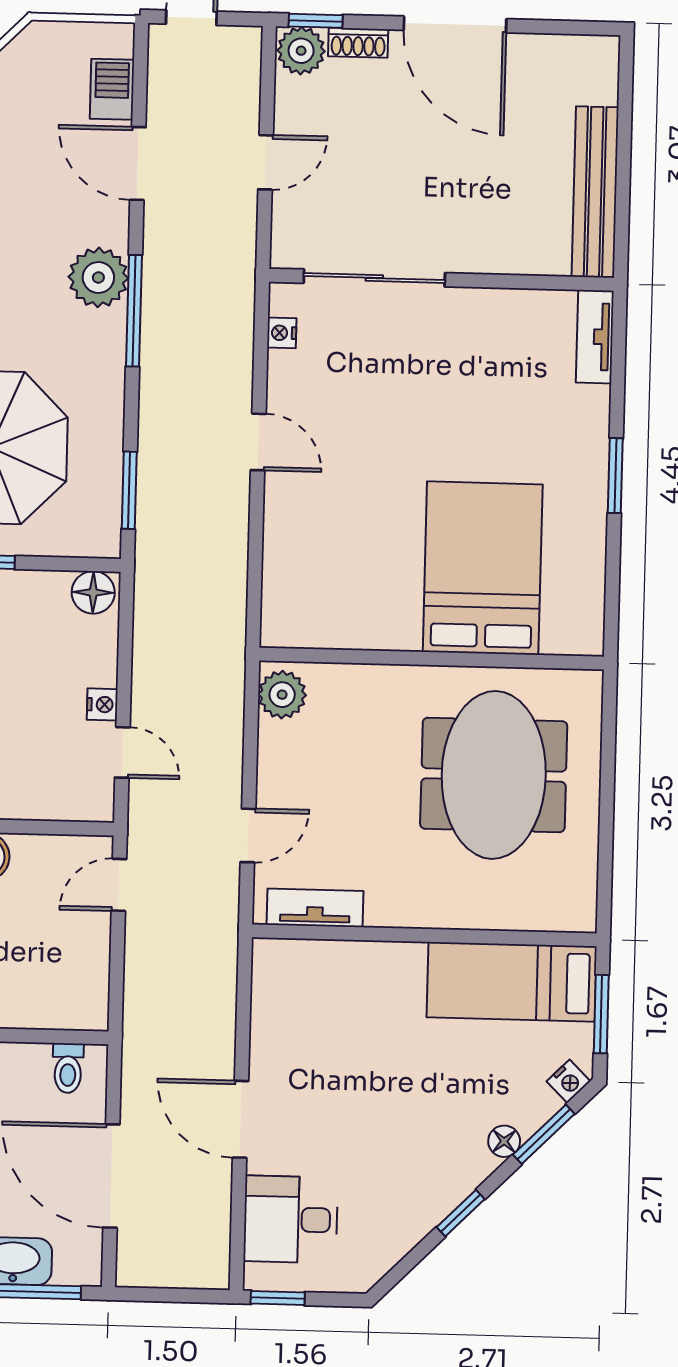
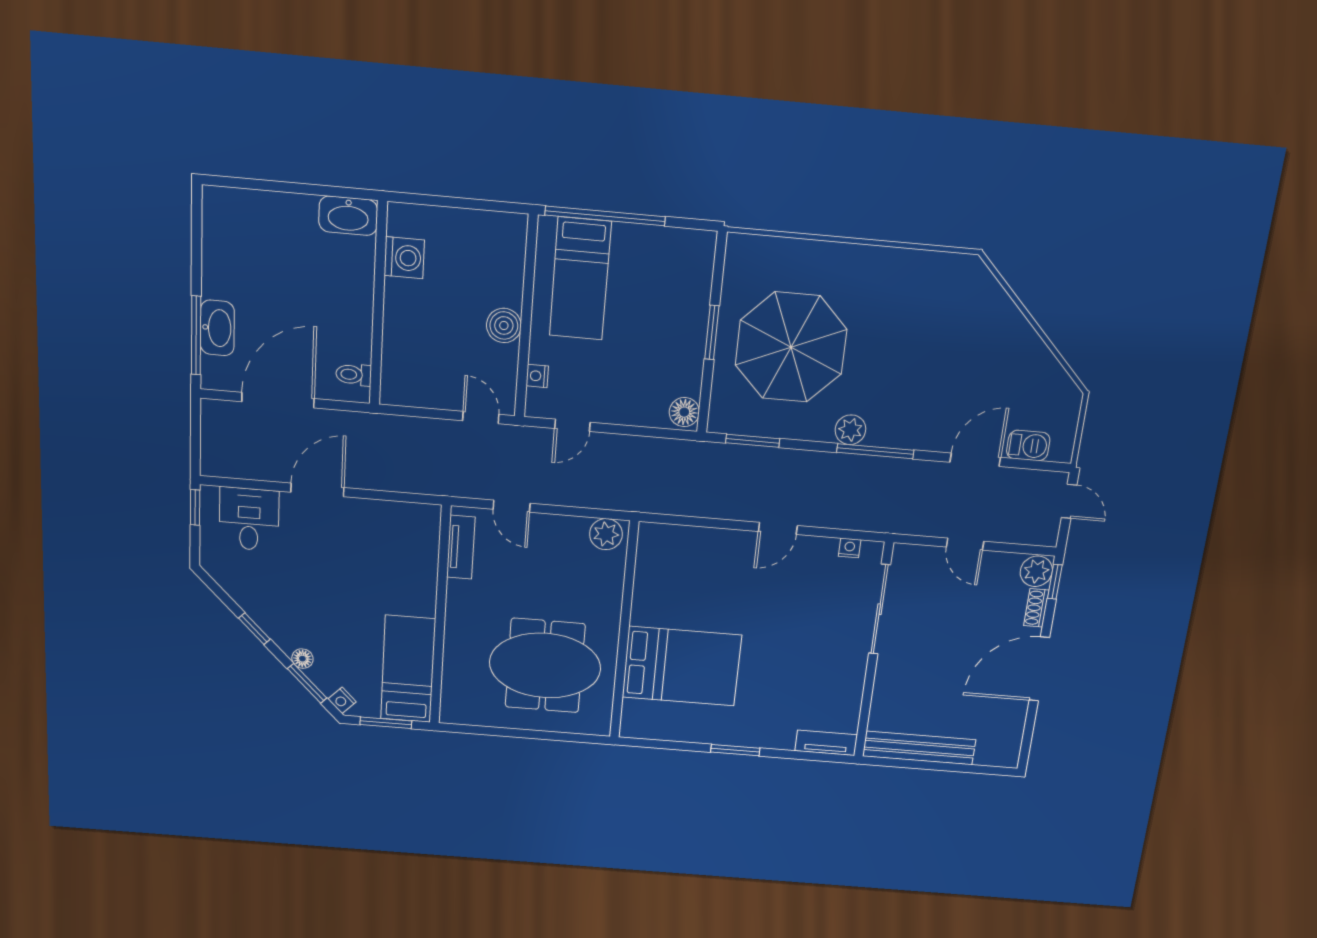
plant: (98, 277) -> (850, 430), moved, width x0.73, depth x0.73
nightstand: (102, 704) -> (537, 376), moved, turned 90

